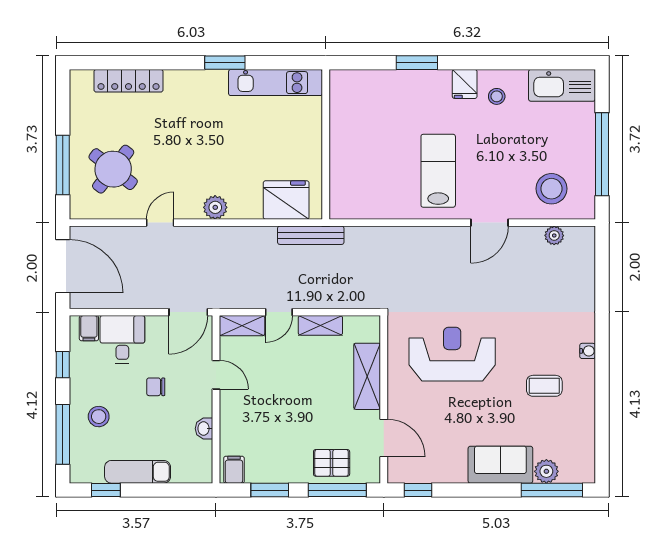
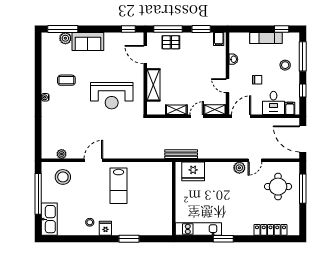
kitchen sink: (562, 85) -> (49, 219), moved, turned 90
round table: (113, 169) -> (278, 187), turned -38
plant: (215, 207) -> (239, 168), moved

